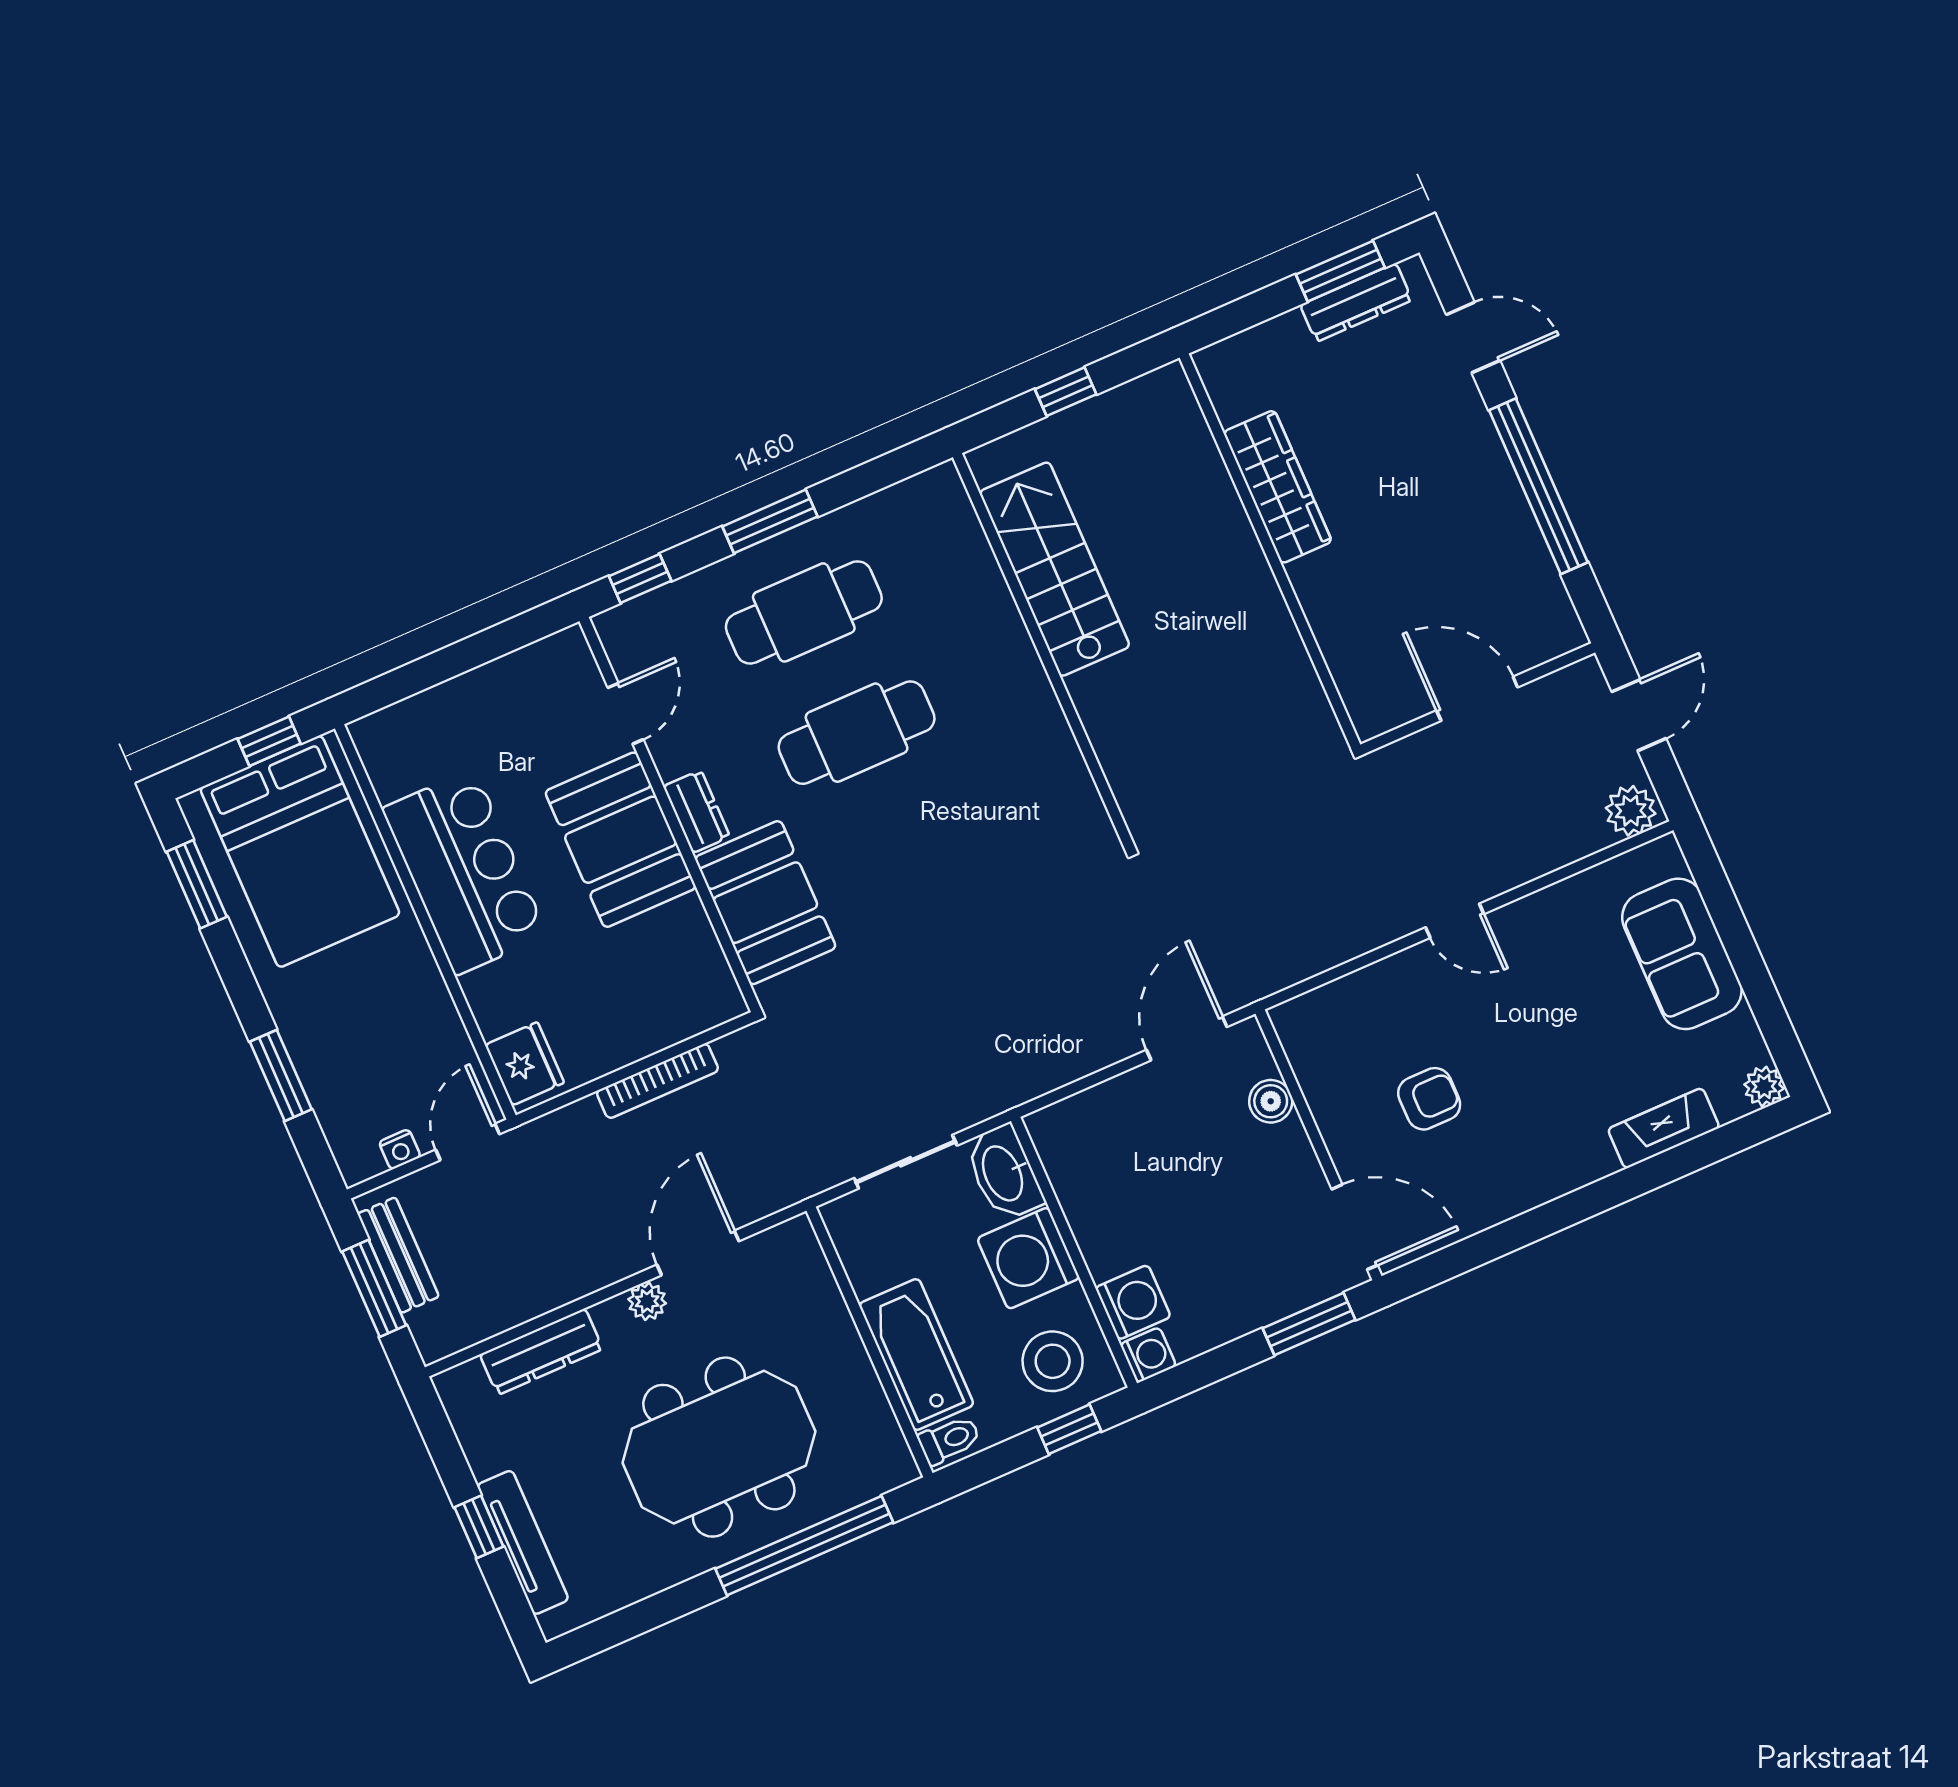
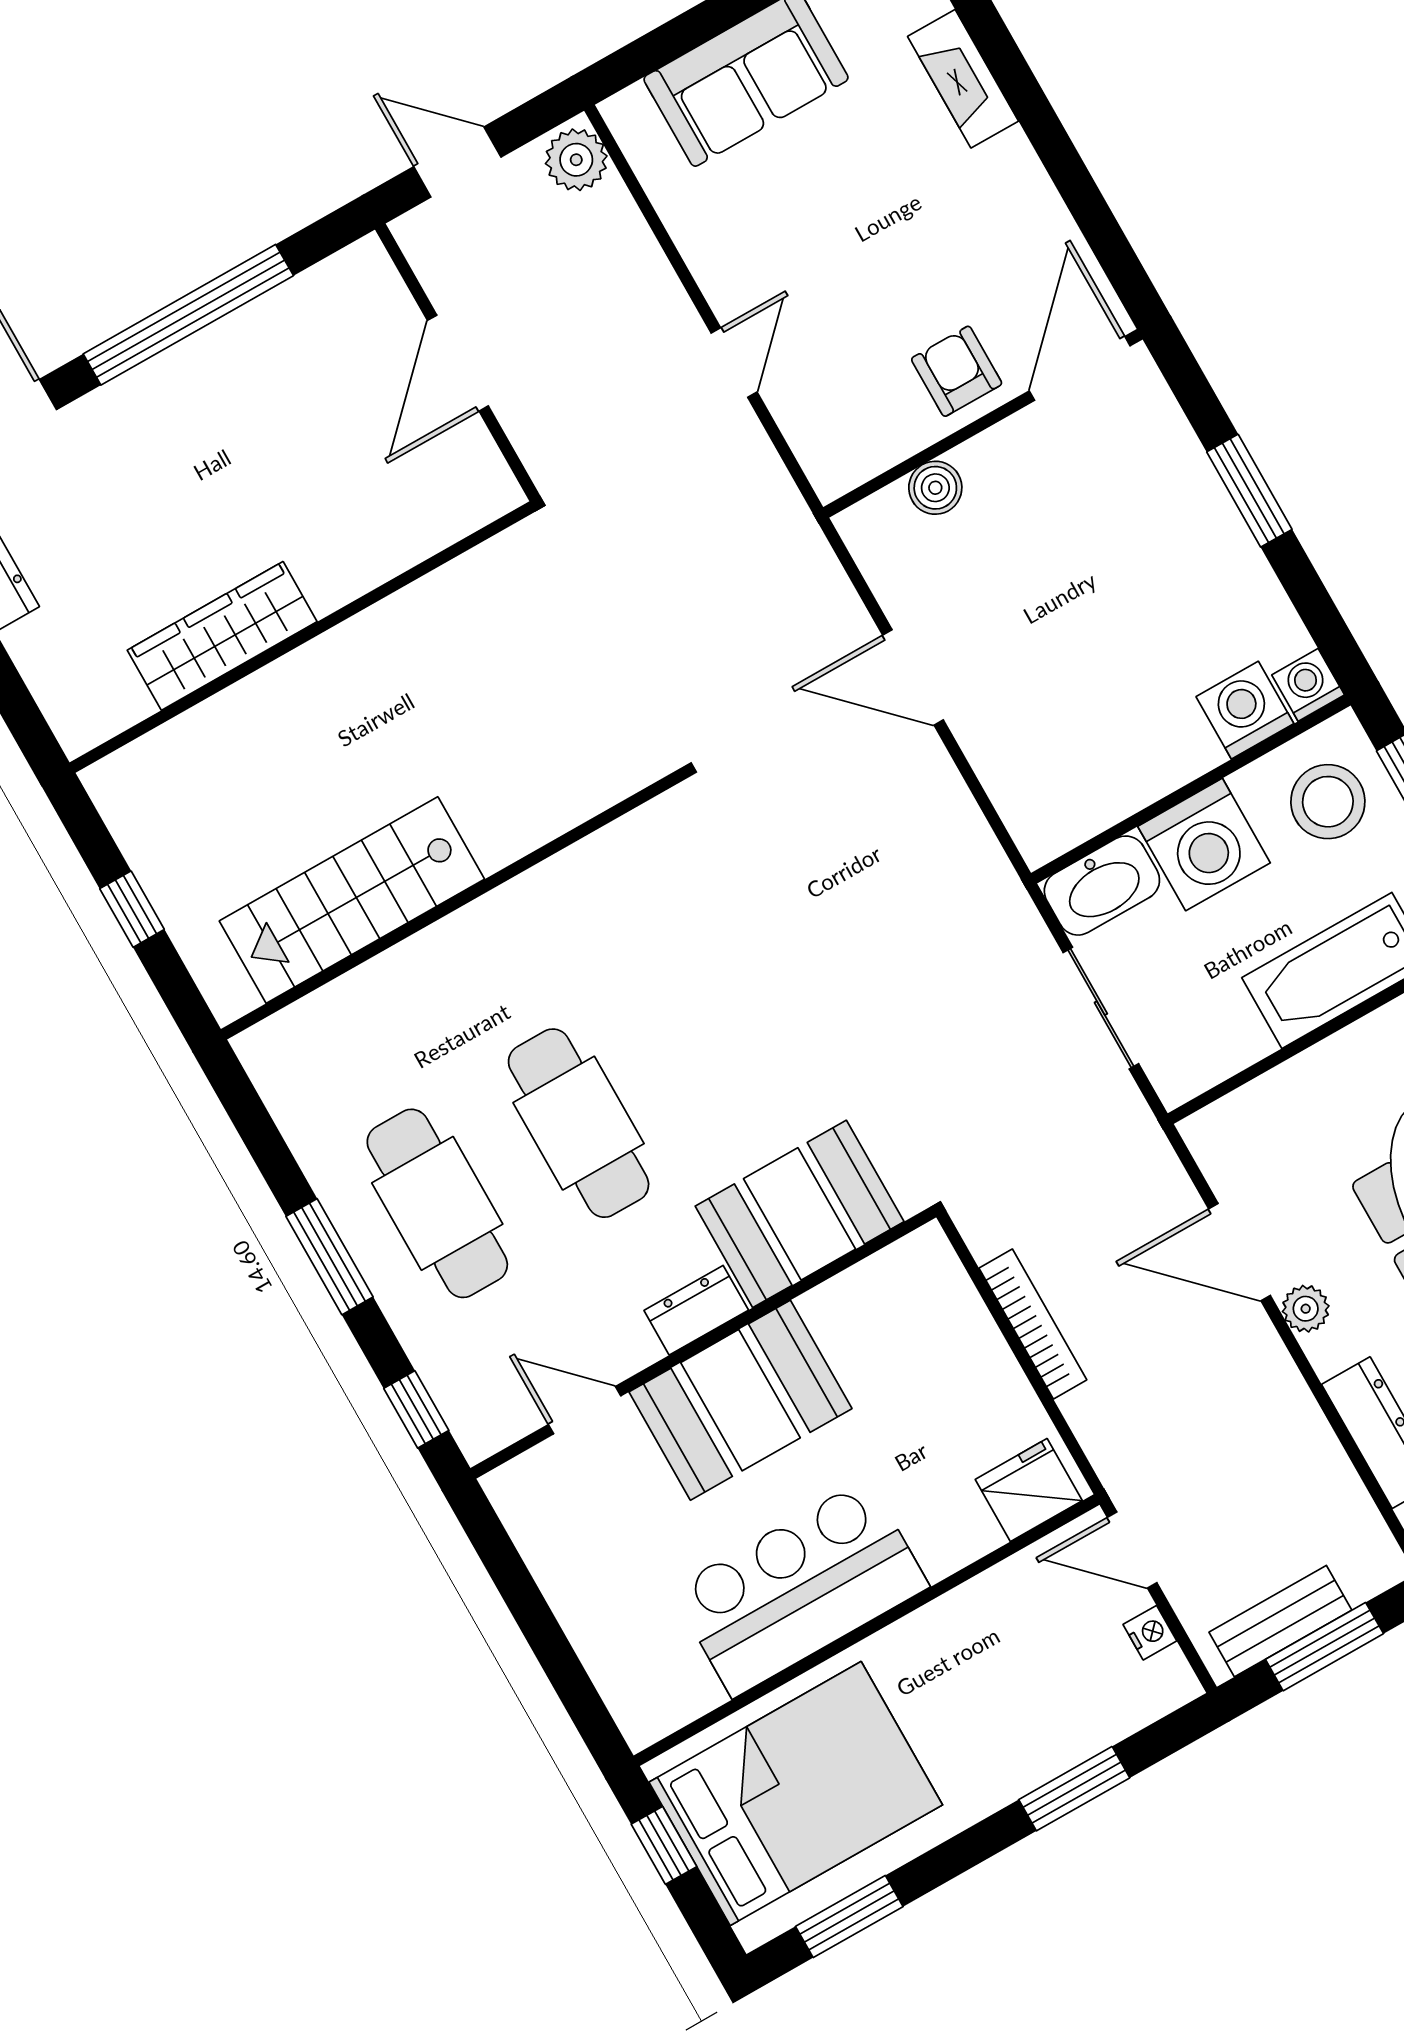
boiler: (1271, 1101) -> (935, 488), moved
wall: (1319, 1145) -> (983, 423), moved
door: (1355, 1227) -> (1080, 368), moved

